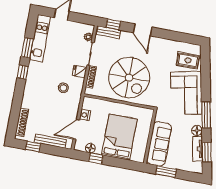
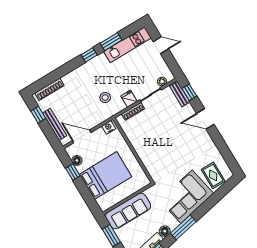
door: (143, 30) -> (205, 119), hinge flipped
spiral stairs: (129, 78) -> (159, 142), removed
nightstand: (85, 115) -> (109, 127), moved

